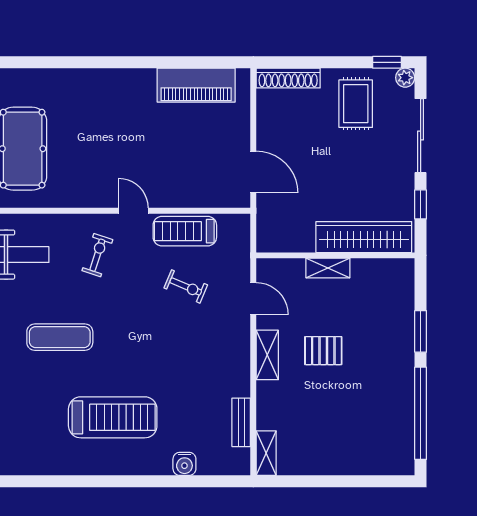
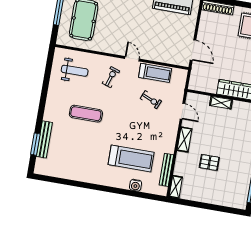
treadmill: (185, 231) -> (155, 73), turned 180
pallet: (323, 351) -> (209, 162), moved
treadmill: (113, 417) -> (131, 158), moved
bench: (241, 422) -> (166, 170), width x1.36

